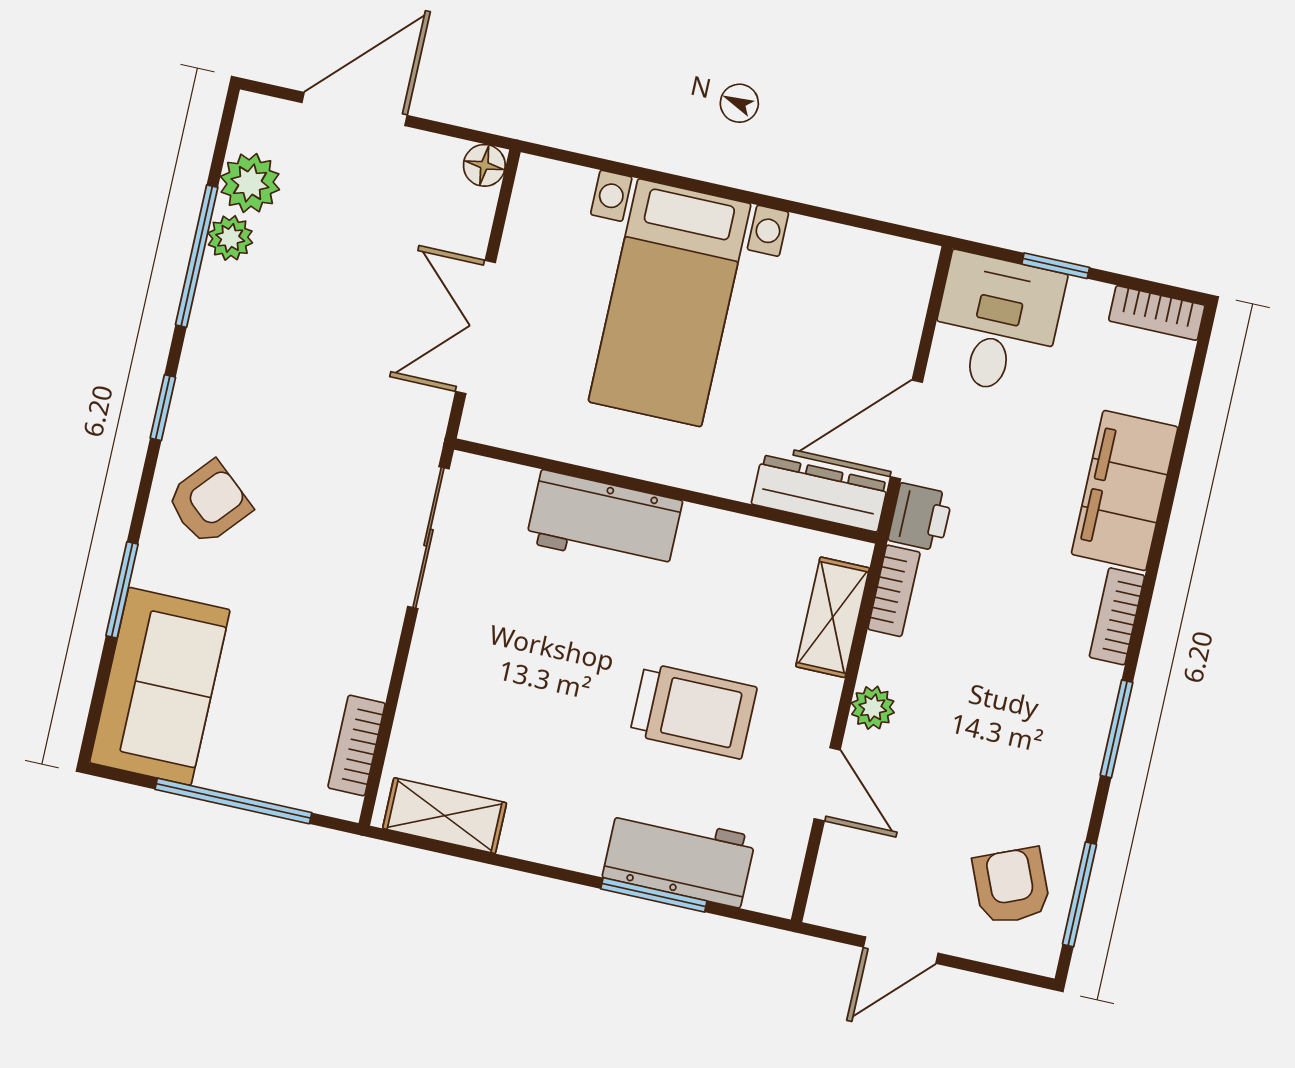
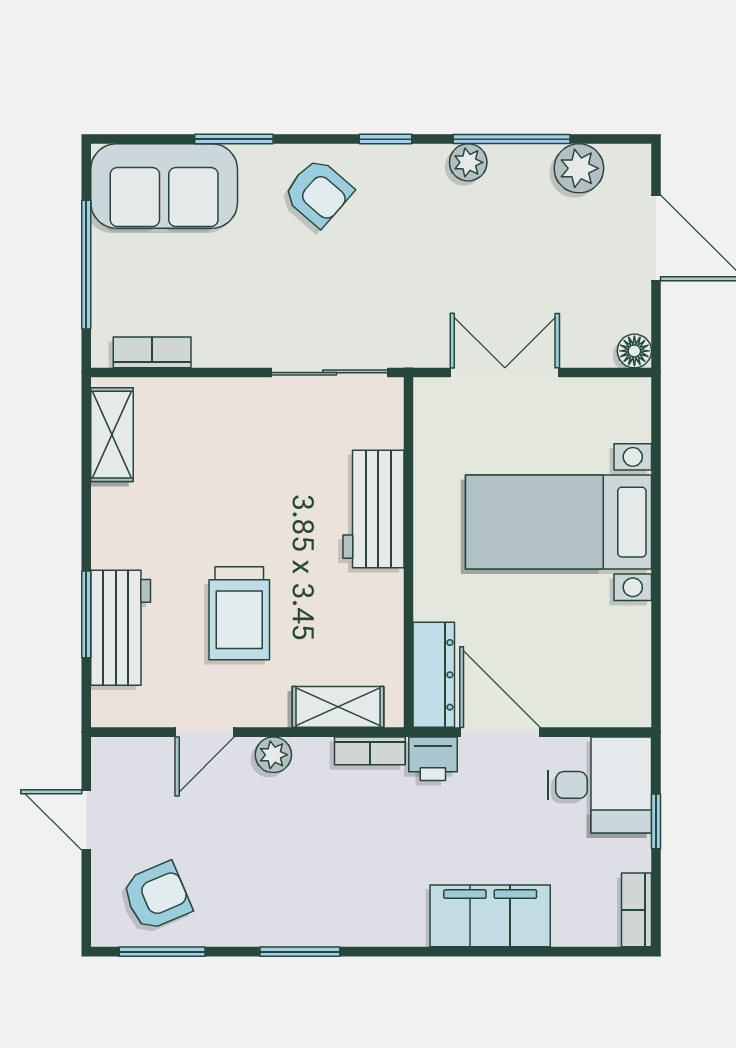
plant: (230, 238) -> (468, 162), moved
bookcase: (1117, 616) -> (389, 932), removed

